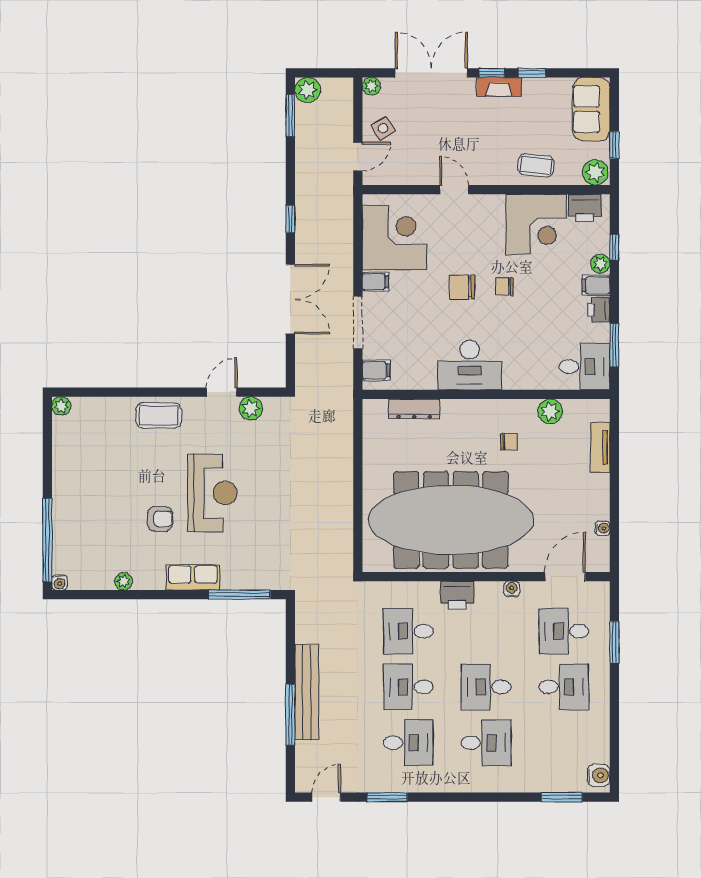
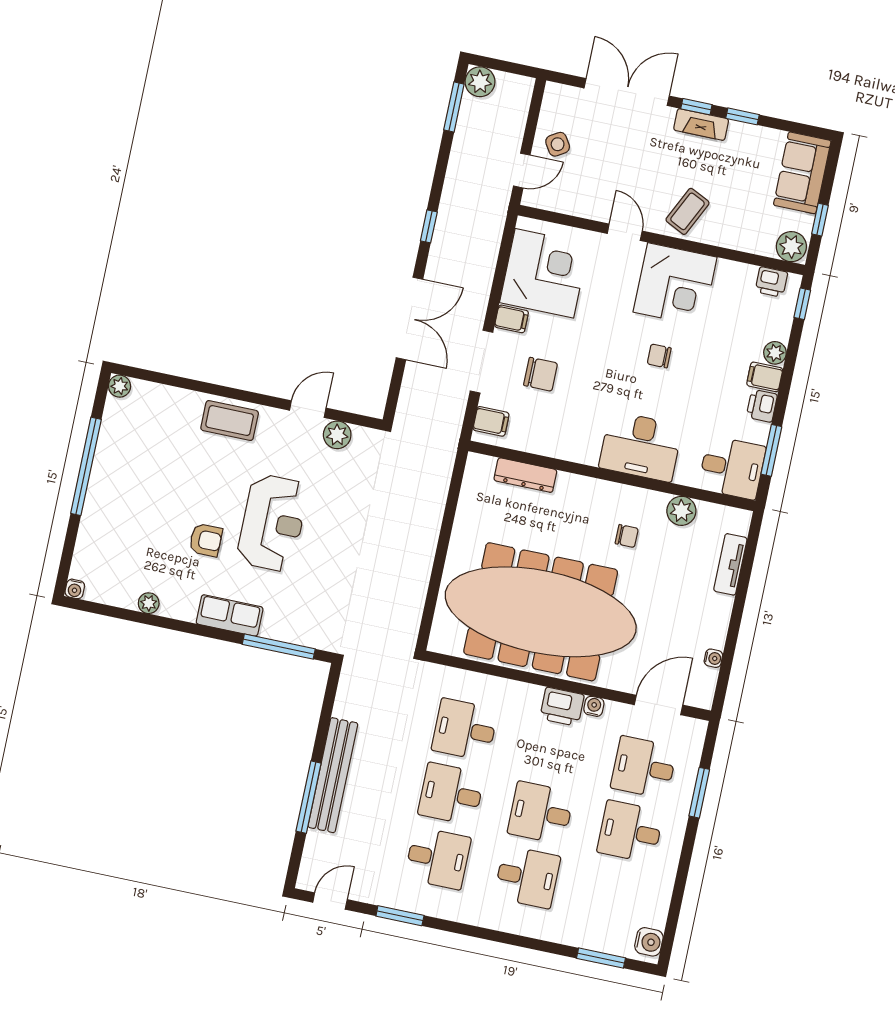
plant: (371, 86) -> (554, 93), removed
coffee table: (536, 165) -> (687, 211), moved, turned -70
printer: (585, 208) -> (771, 282), width x0.73, depth x0.81
corner desk: (536, 224) -> (675, 285), moved
window: (614, 247) -> (802, 304), moved
chair: (462, 287) -> (541, 374), moved, turned 180
desk: (470, 365) -> (641, 446), moved
window: (47, 540) -> (86, 466), moved
printer: (457, 595) -> (562, 707), moved
desk: (564, 687) -> (630, 832), turned 180

